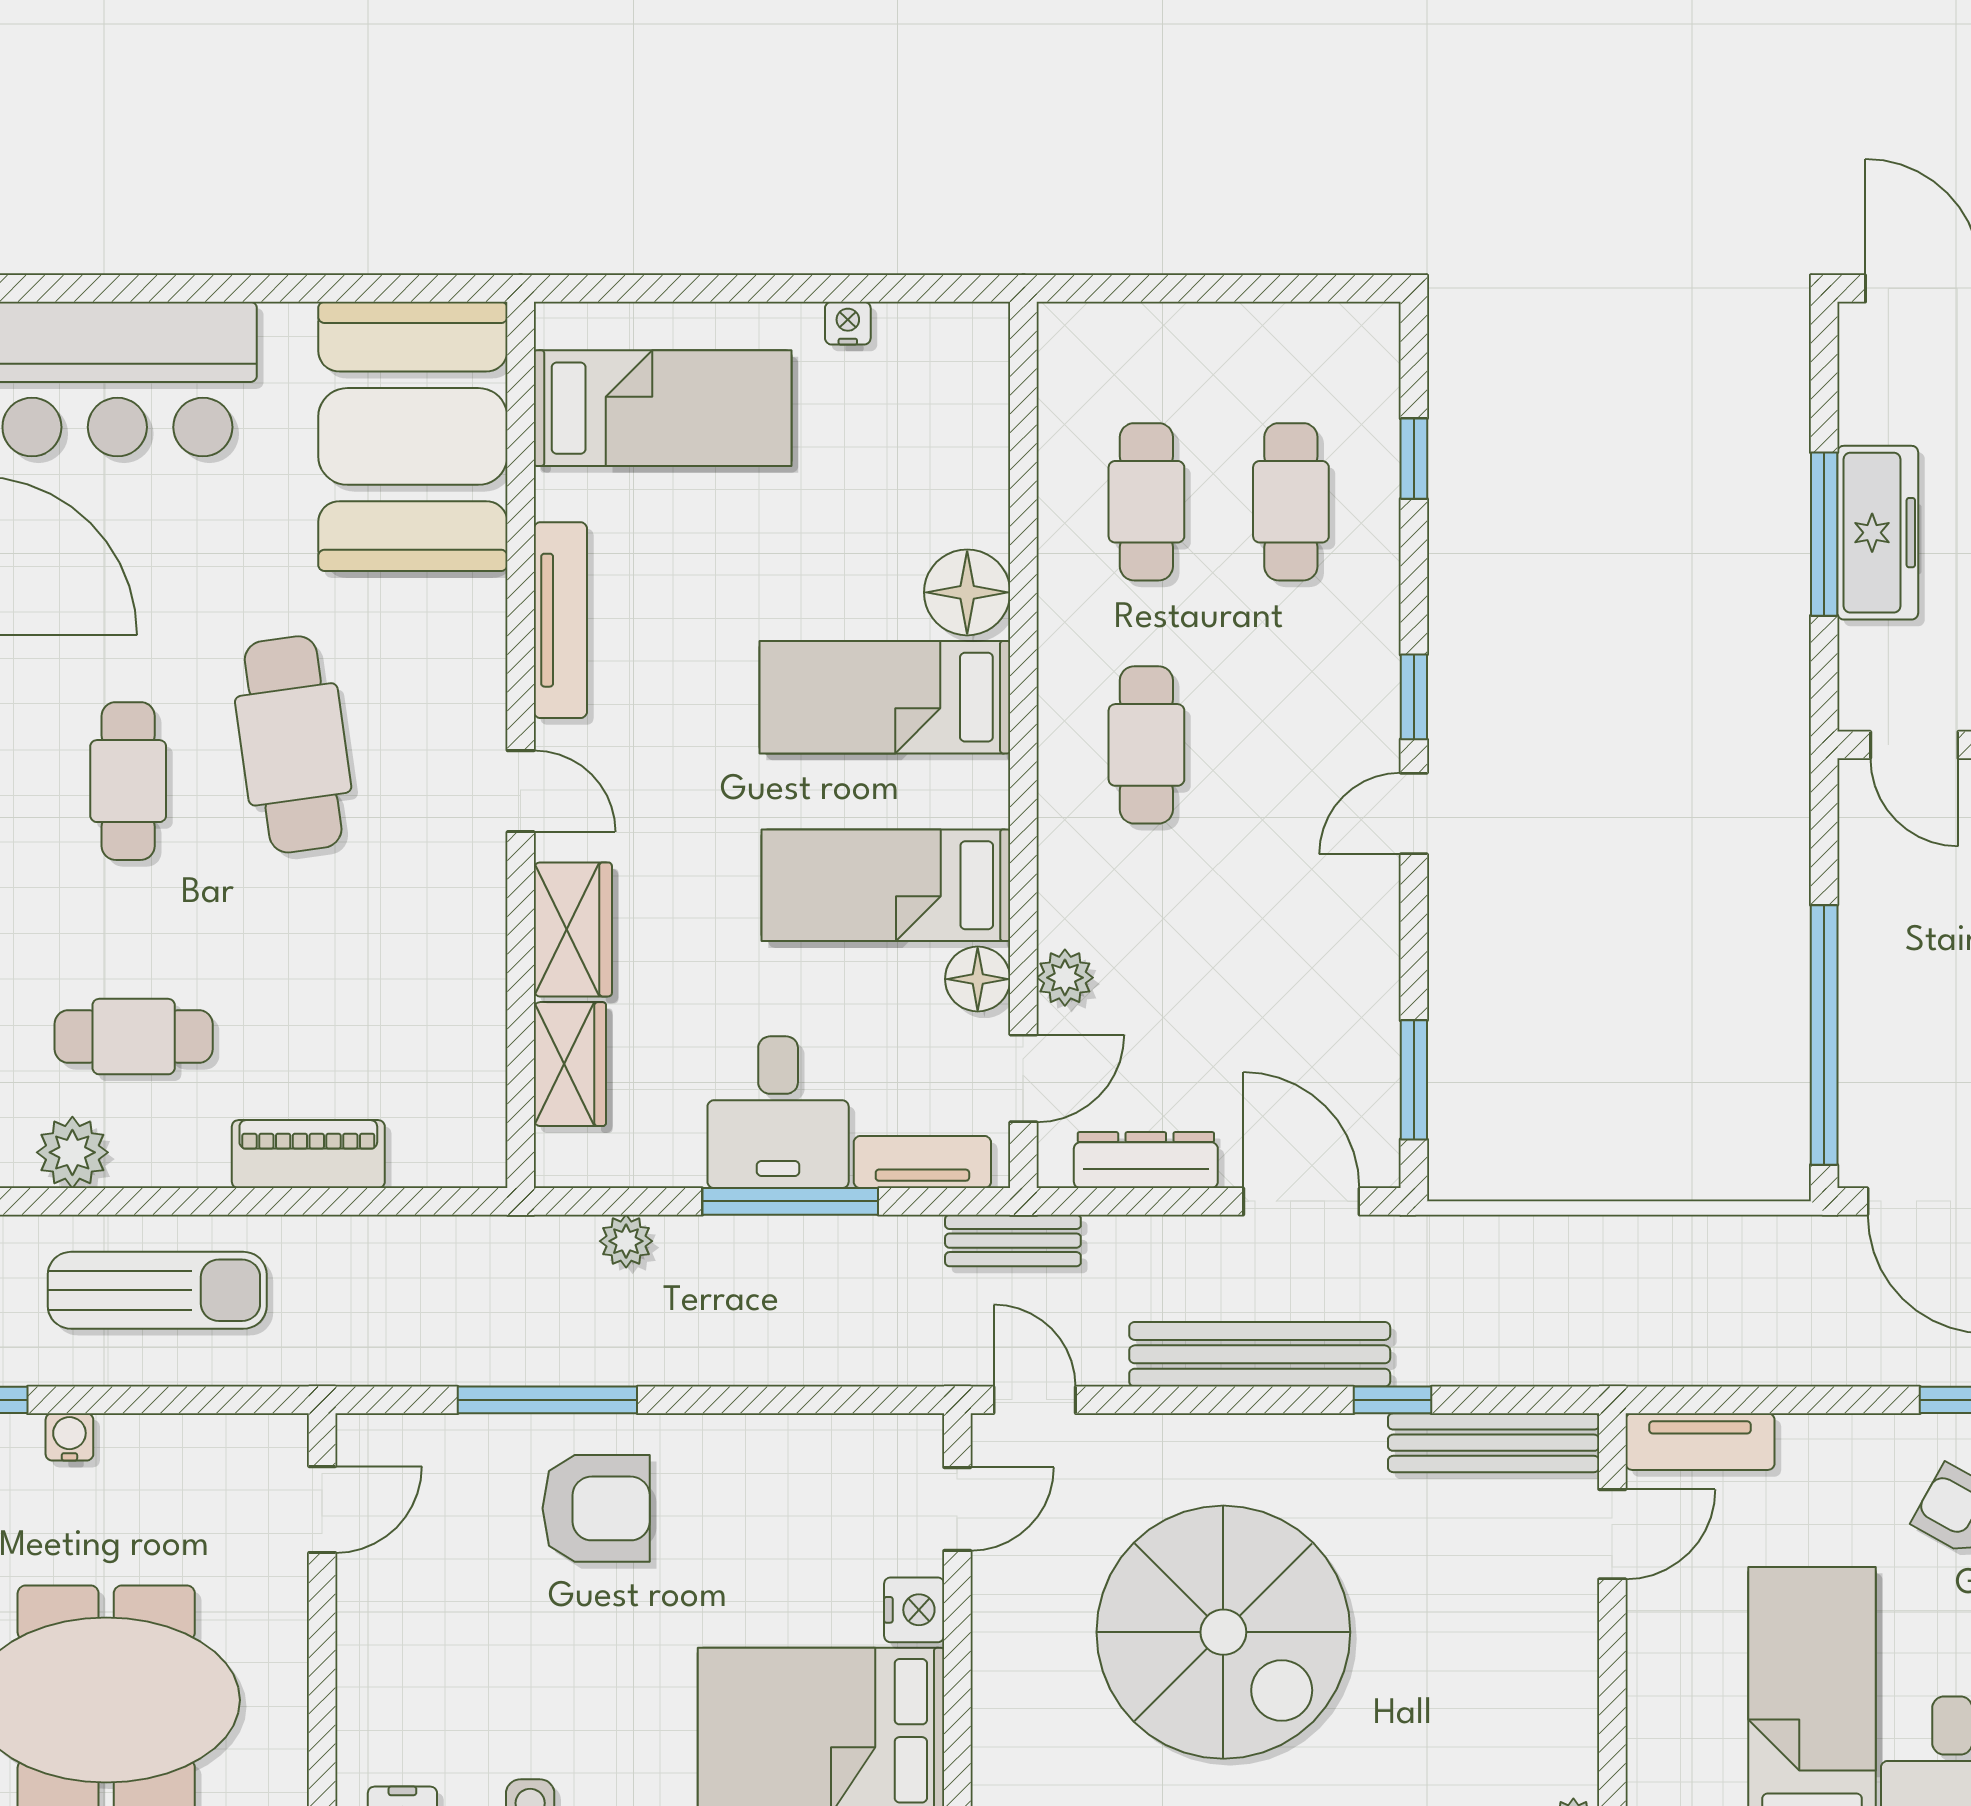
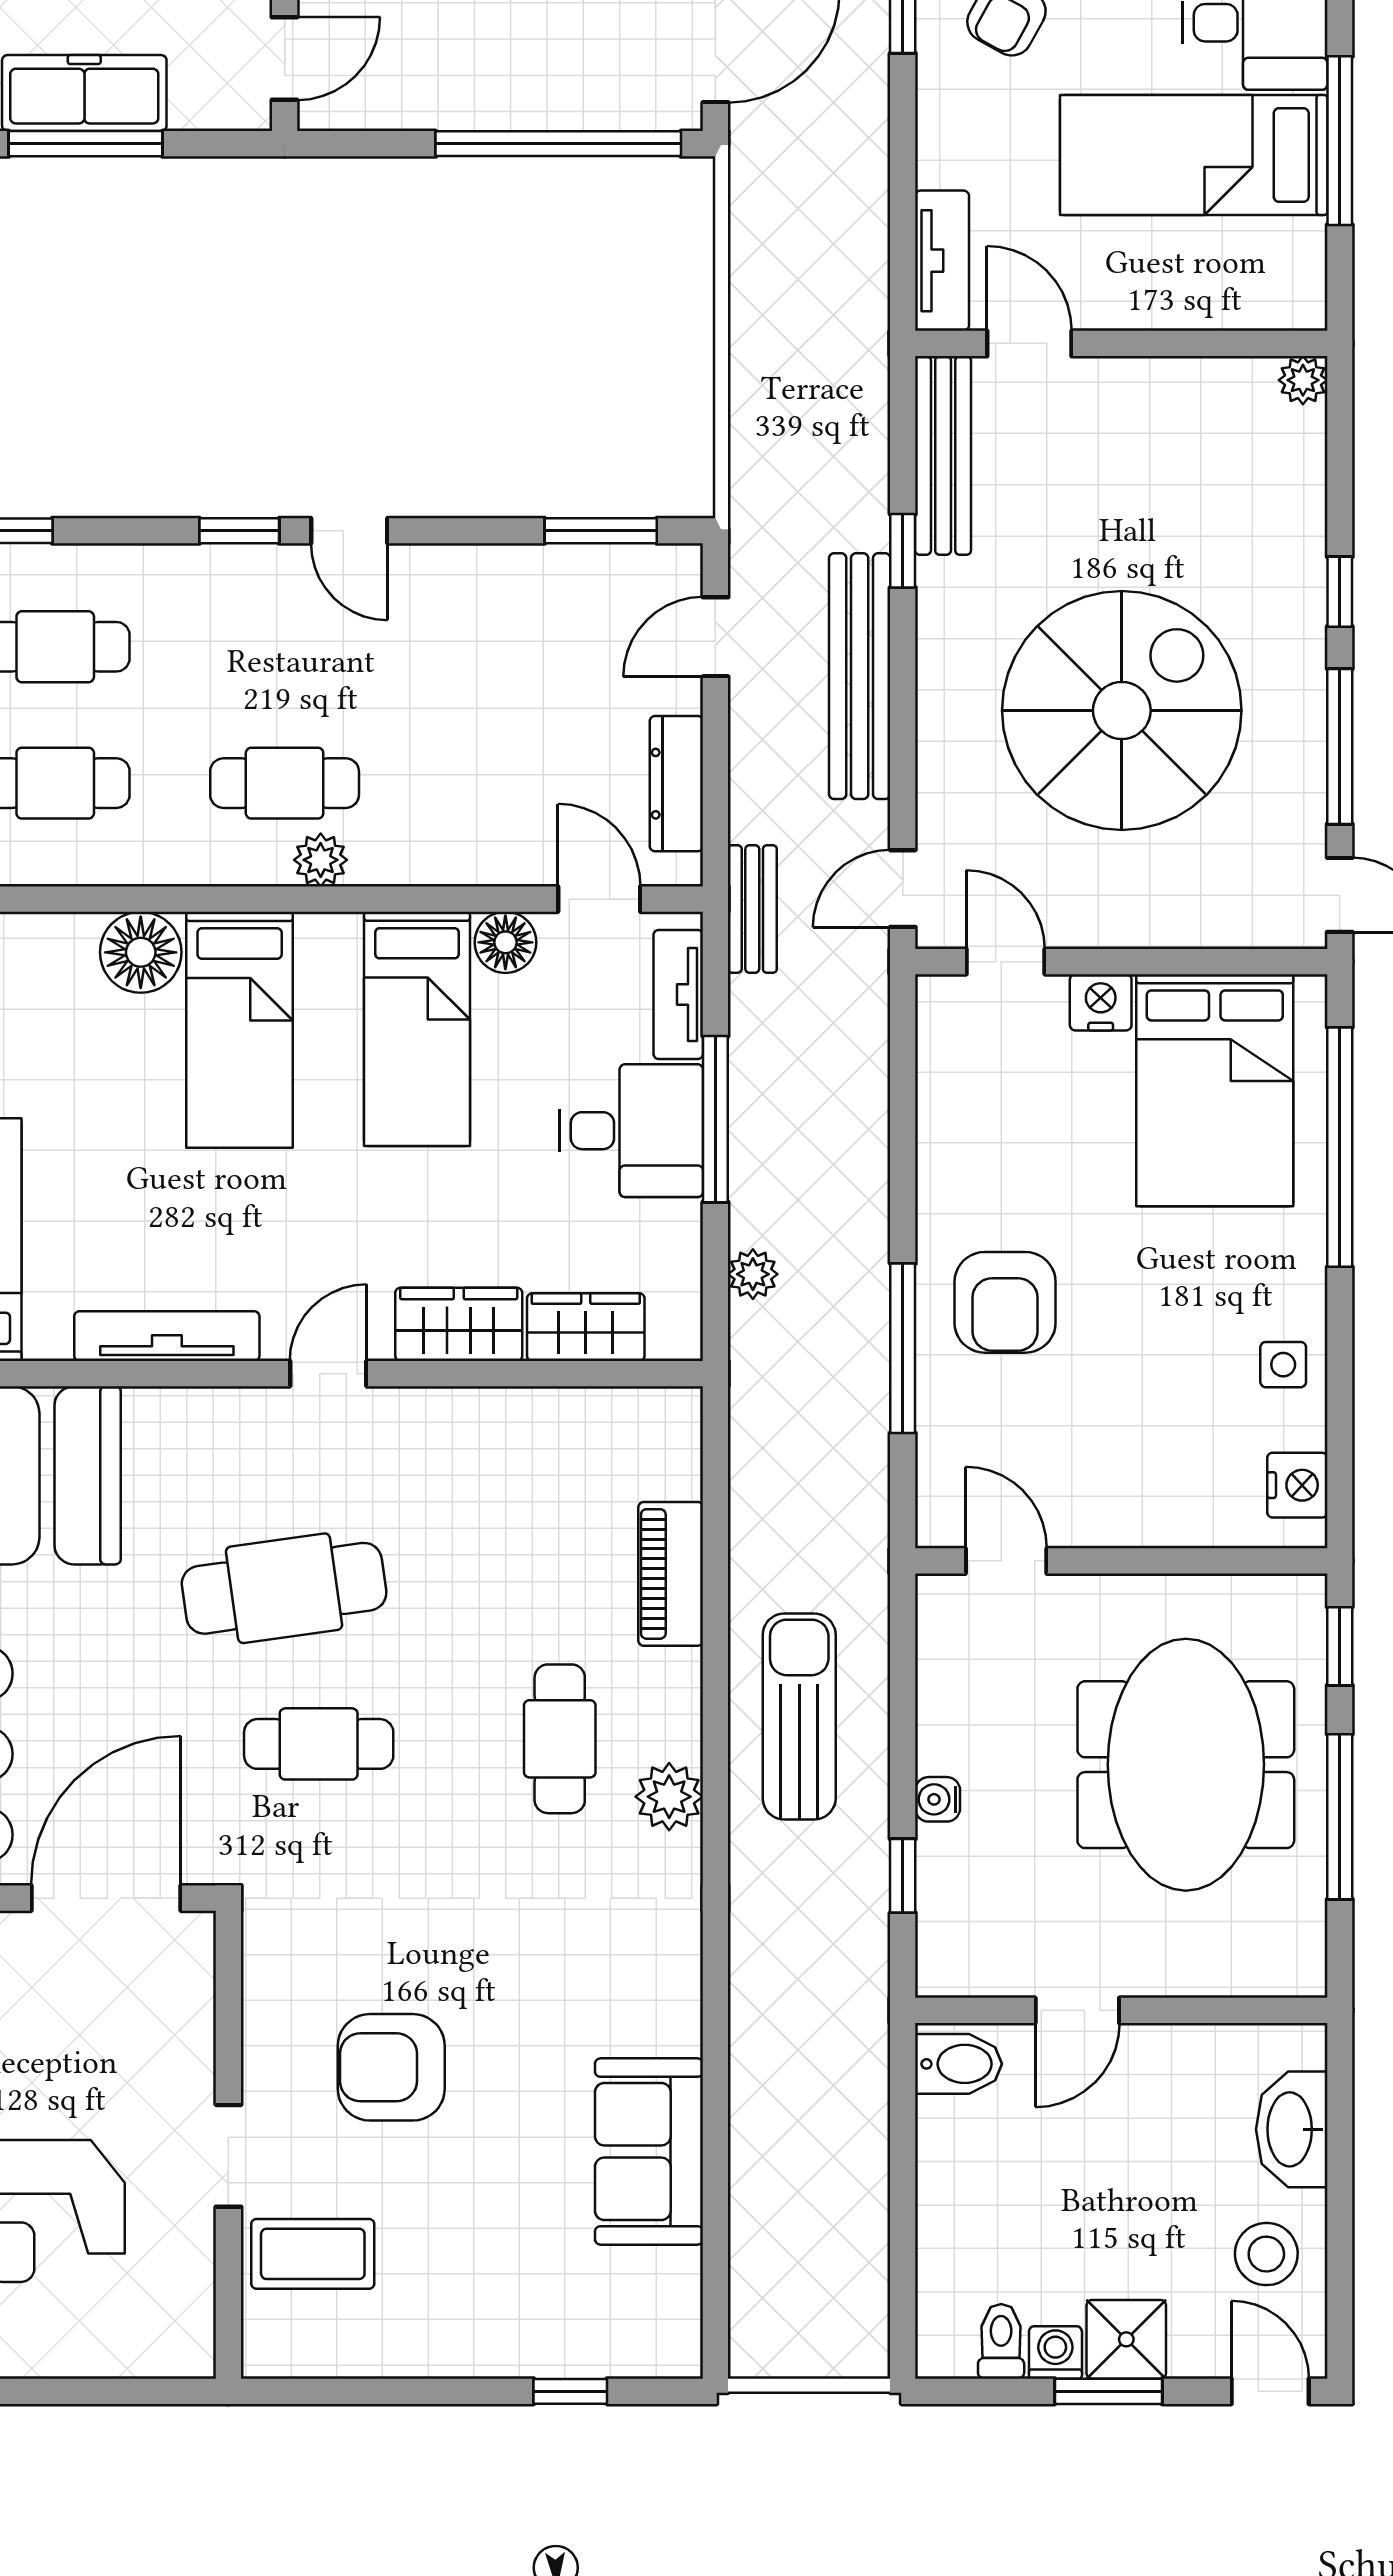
plant: (1065, 978) -> (321, 860), moved
door: (1301, 1201) -> (715, 637), width x0.73
armchair: (596, 1508) -> (1005, 1302), turned 180

